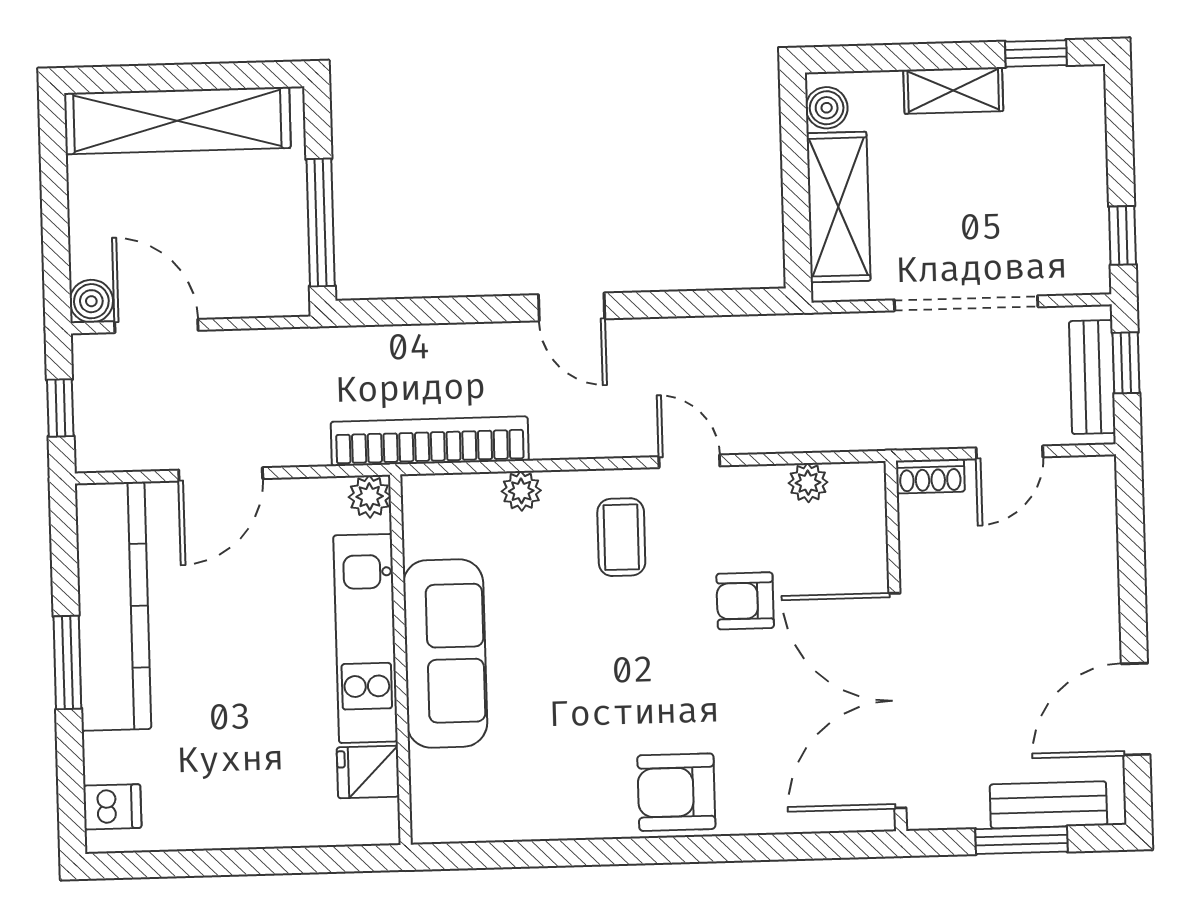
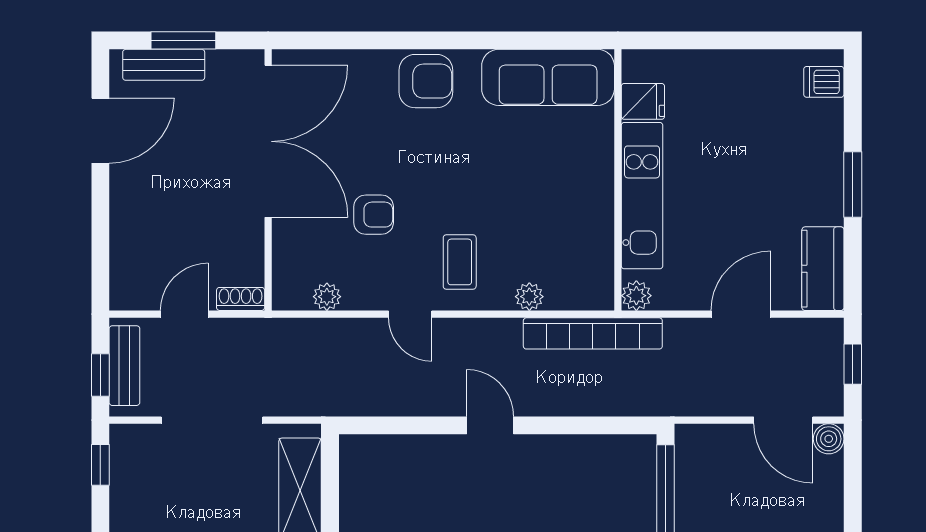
kitchen counter: (113, 606) -> (823, 269), width x0.48, depth x0.86
sofa: (445, 653) -> (548, 77), moved, turned -90

